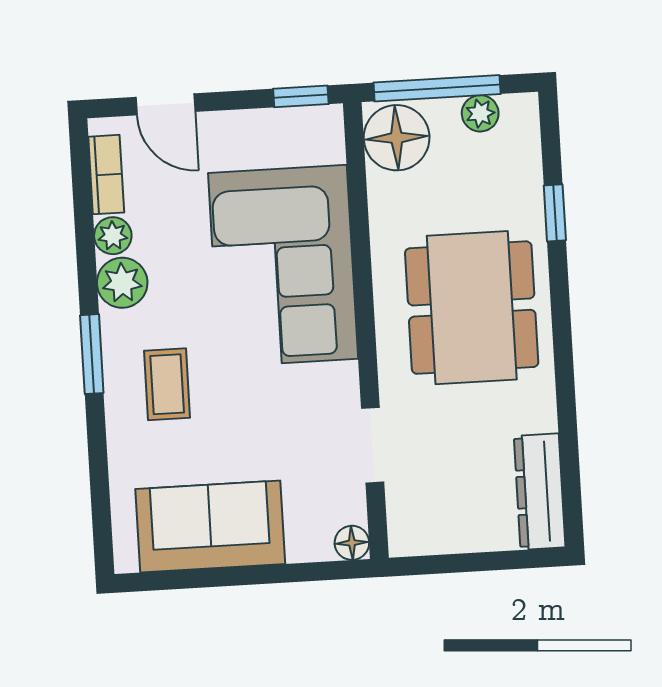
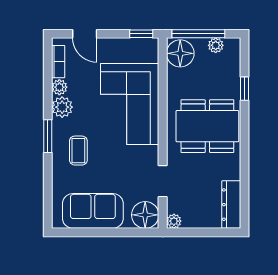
dining table: (472, 308) -> (207, 126), turned 90
plant: (405, 539) -> (174, 221), added
floor lamp: (352, 543) -> (145, 215), width x1.89, depth x1.89

